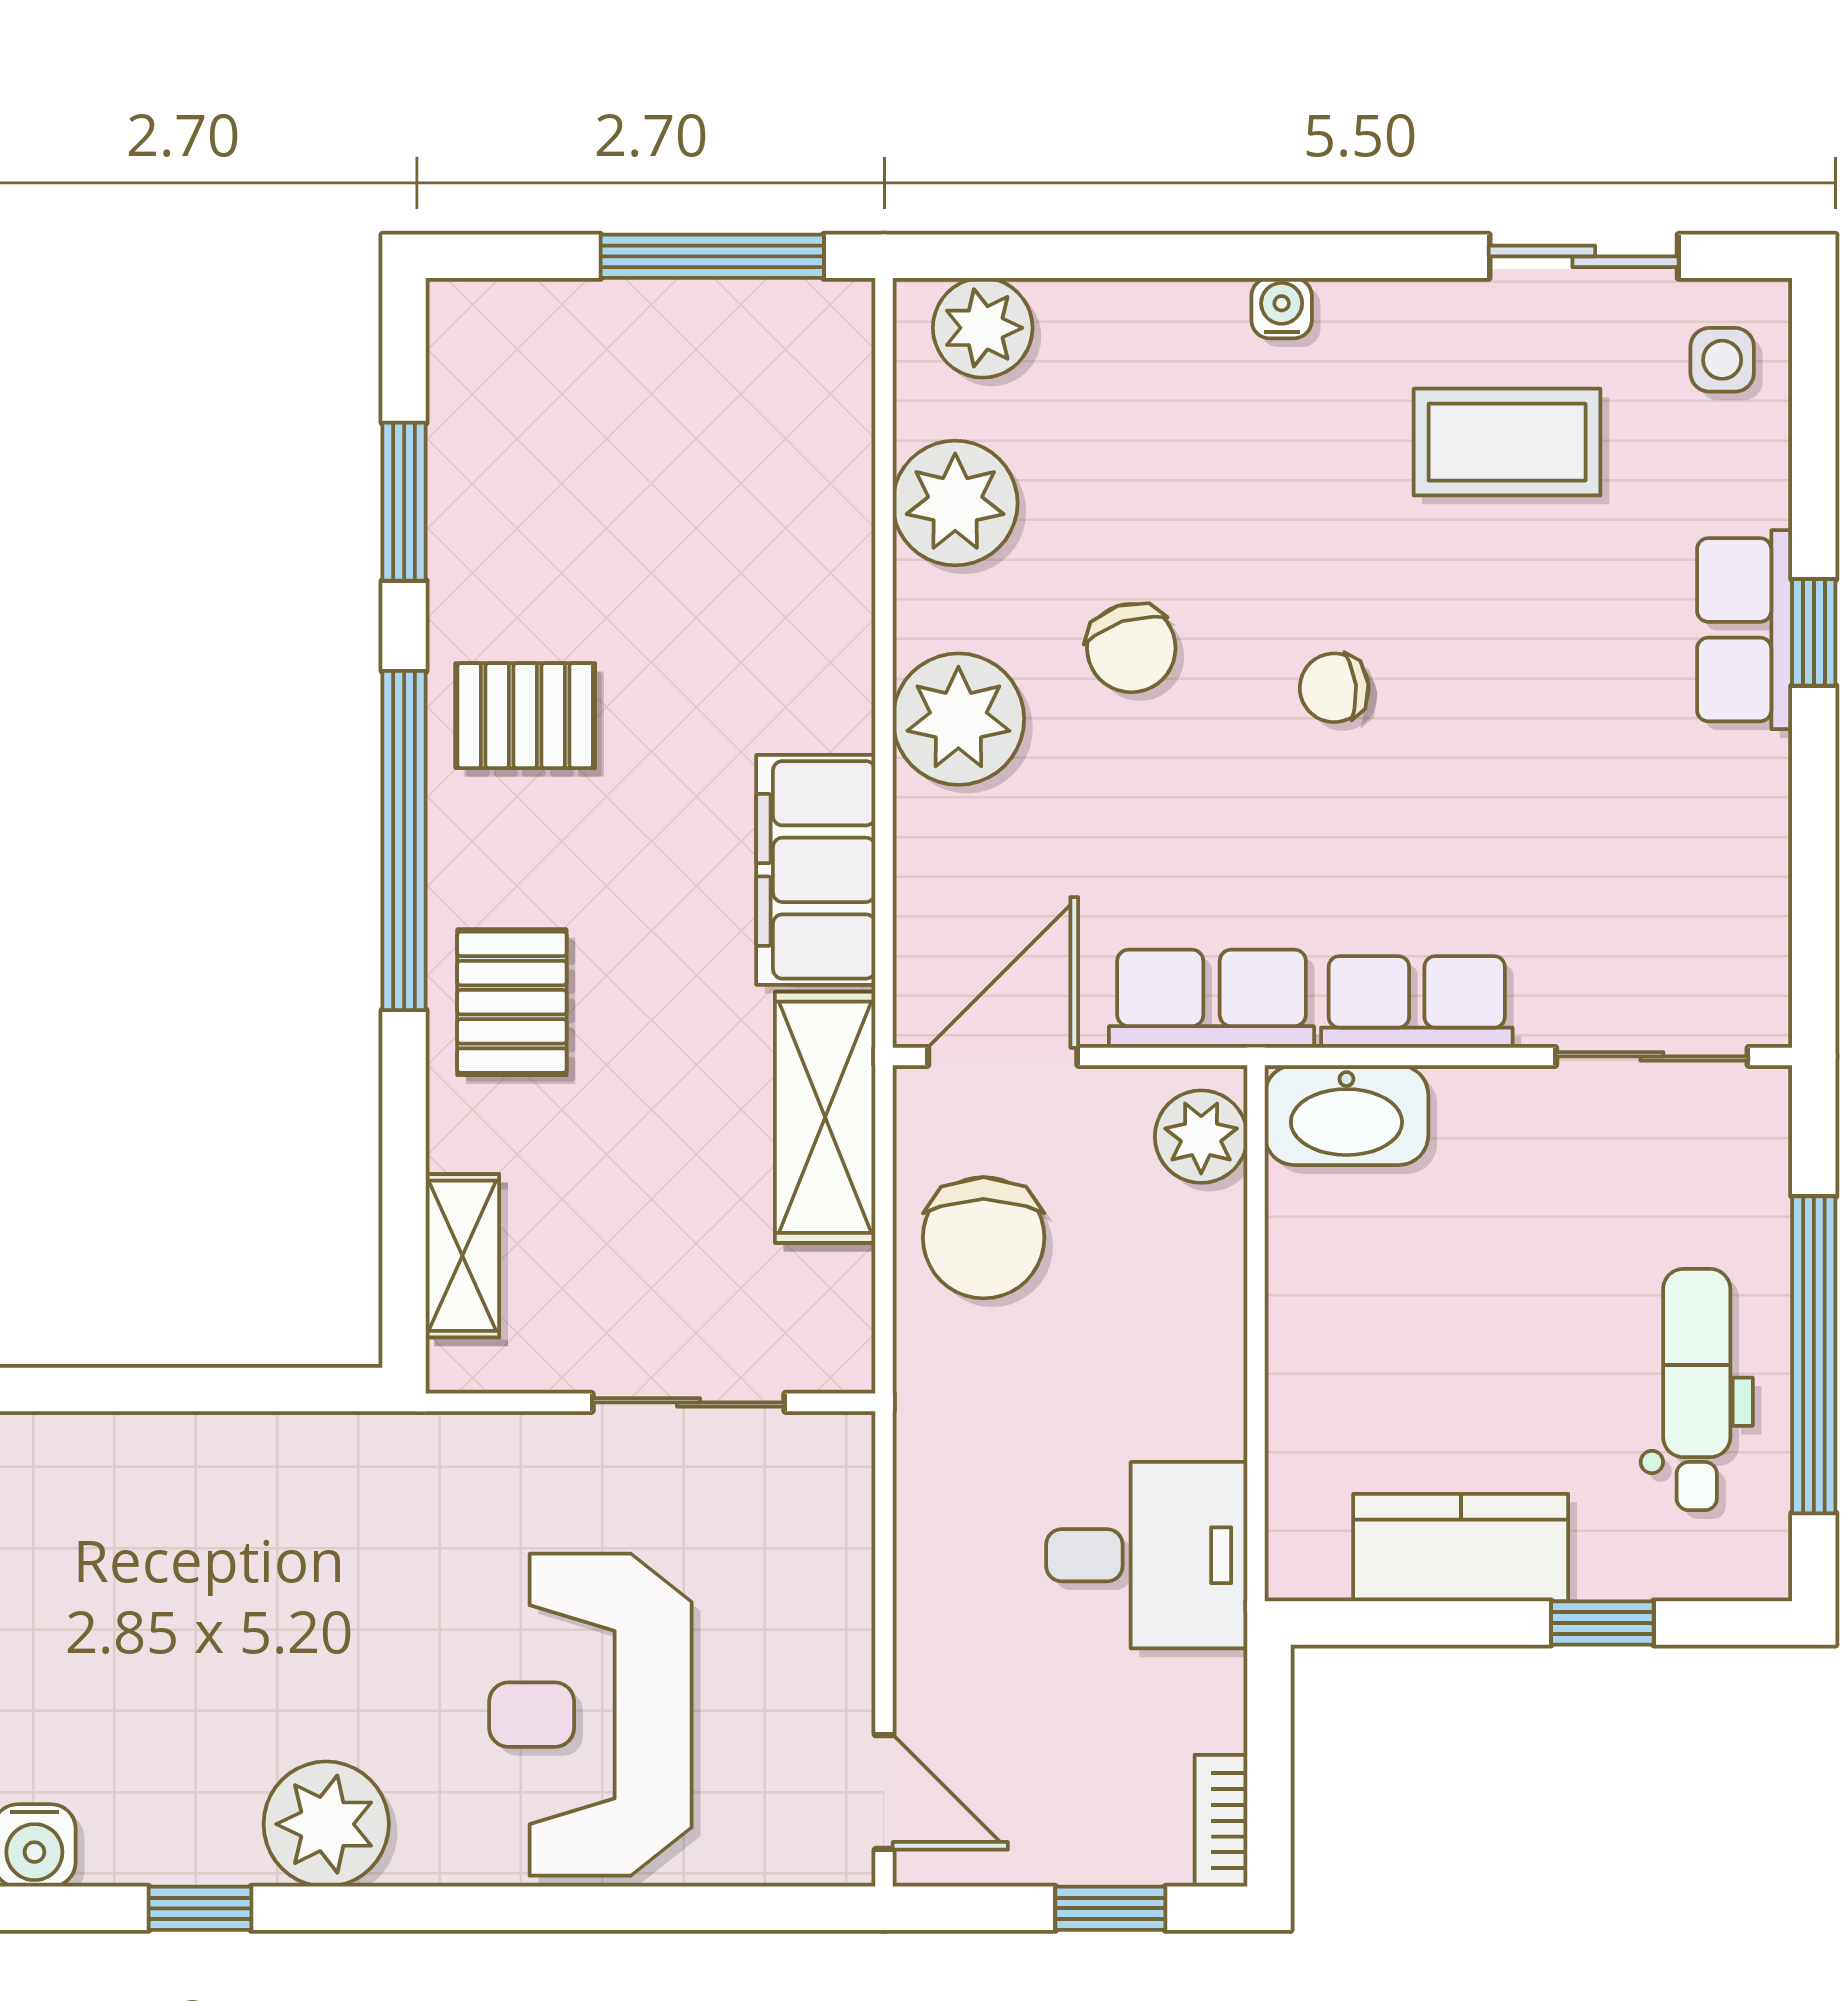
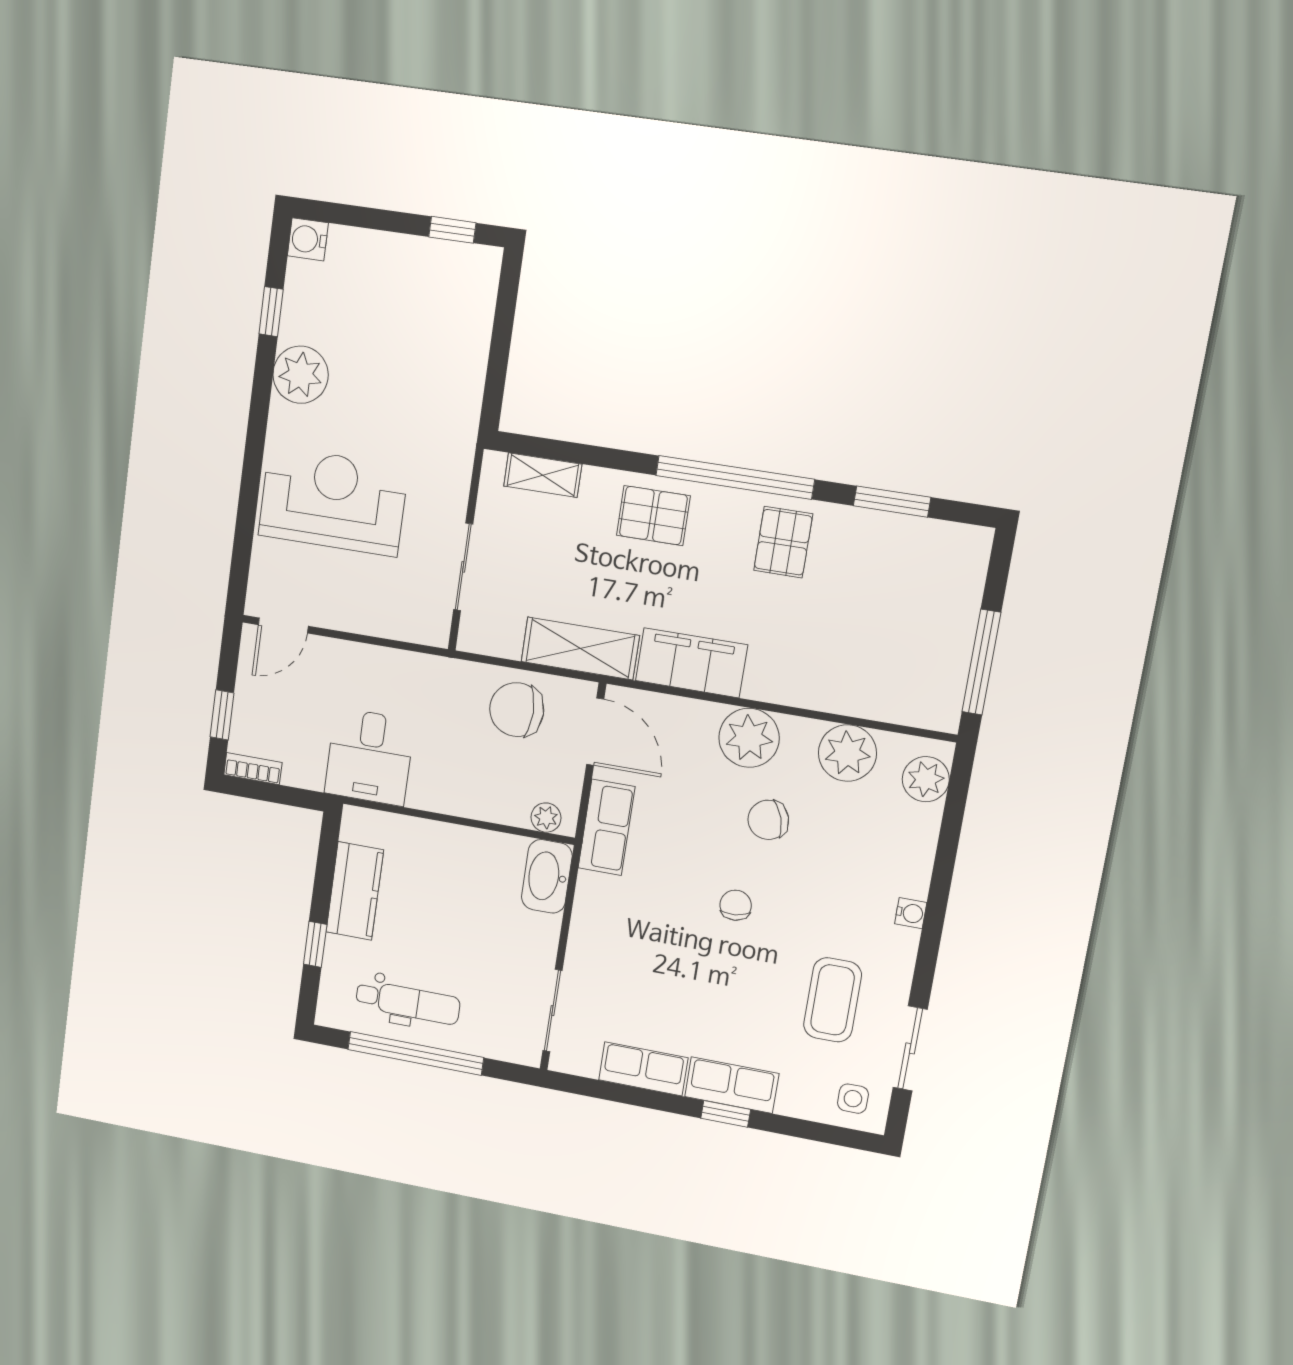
row of seats: (1417, 1002) -> (643, 1069), moved, turned -90
plant: (1201, 1137) -> (546, 818), width x0.73, depth x0.73

